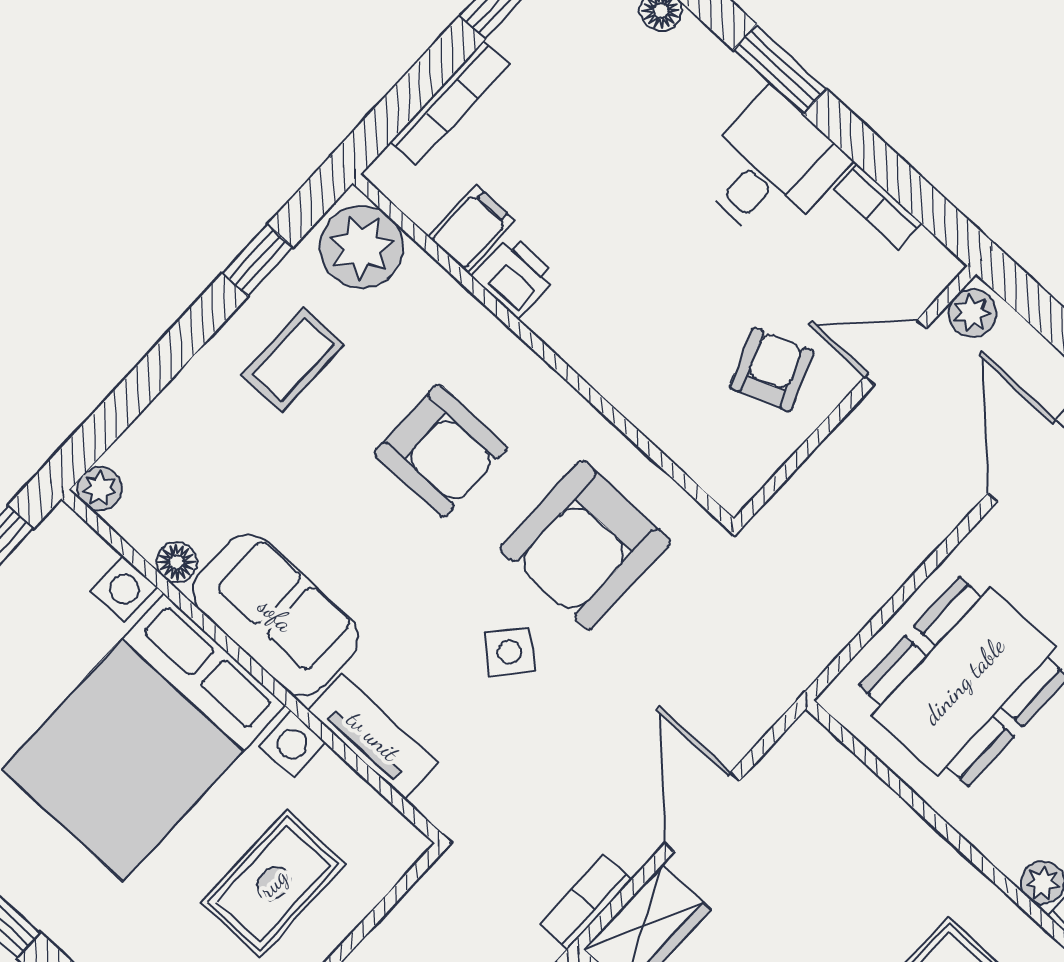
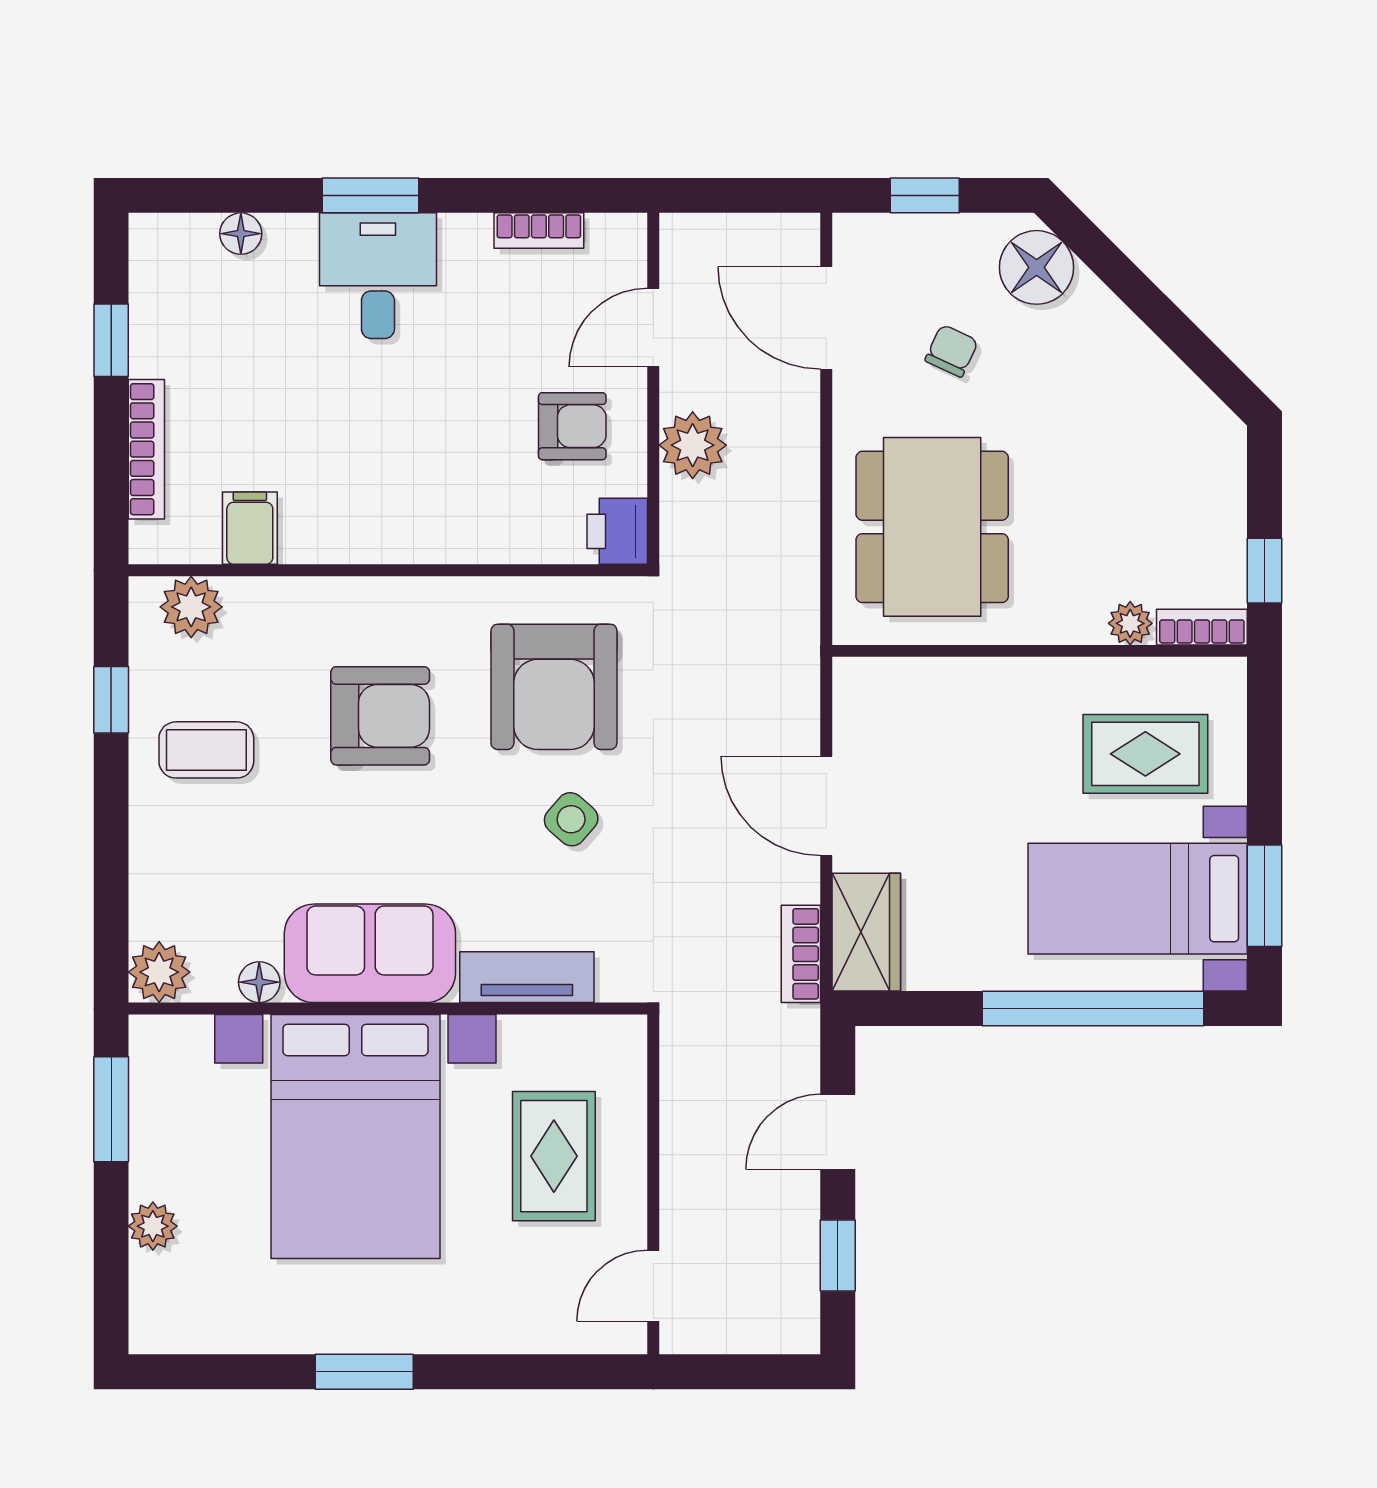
desk: (770, 167) -> (378, 276), moved
plant: (361, 247) -> (191, 607), width x0.73, depth x0.73
printer: (514, 276) -> (617, 531), moved, turned -90
plant: (972, 313) -> (693, 445), moved, width x1.38, depth x1.38
coffee table: (293, 360) -> (206, 750), turned 90
armchair: (772, 370) -> (572, 426), turned 111
plant: (100, 489) -> (159, 972), width x1.38, depth x1.38

